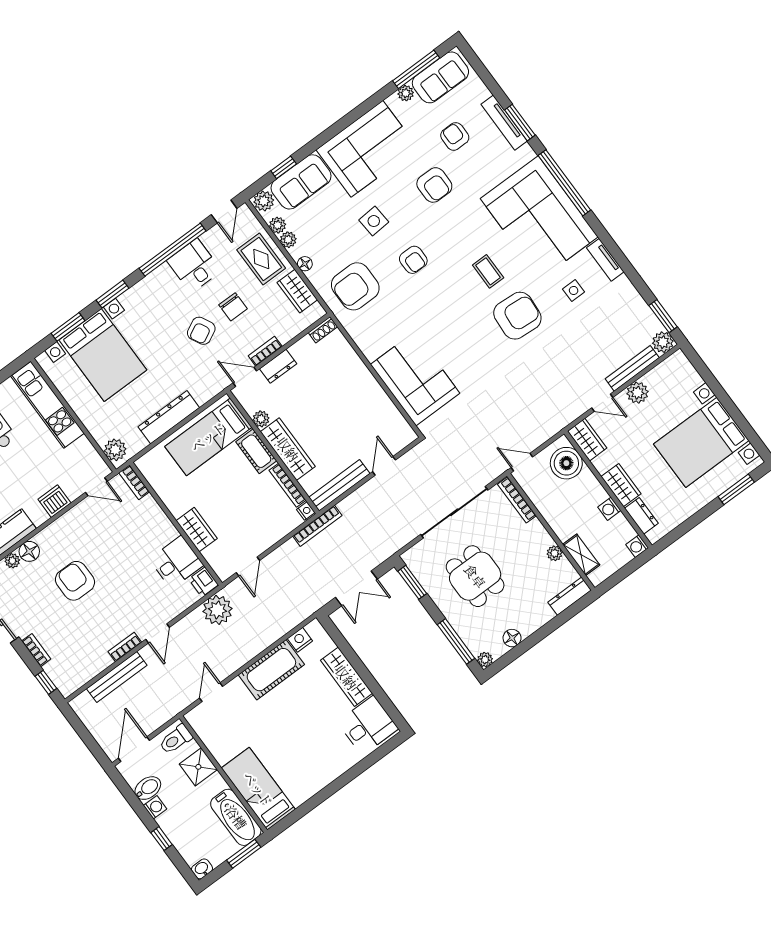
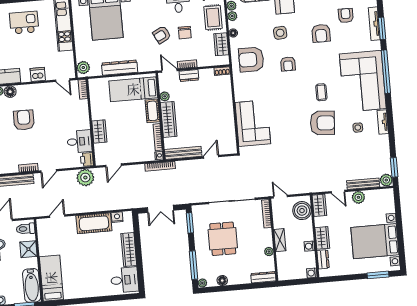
shelving: (581, 555) -> (280, 240), moved

